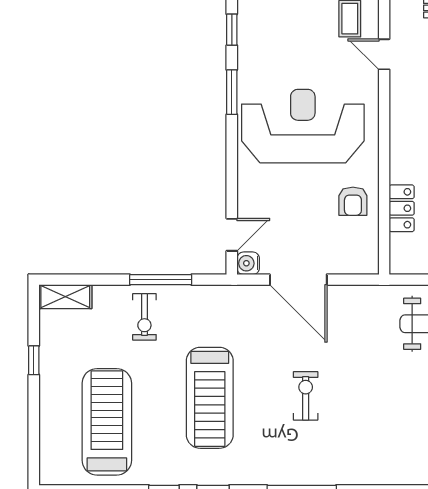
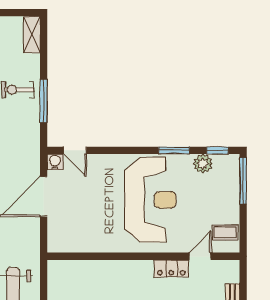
plant: (251, 51) -> (203, 164), added
armchair: (353, 201) -> (98, 235), removed
locker: (402, 208) -> (171, 268), moved

